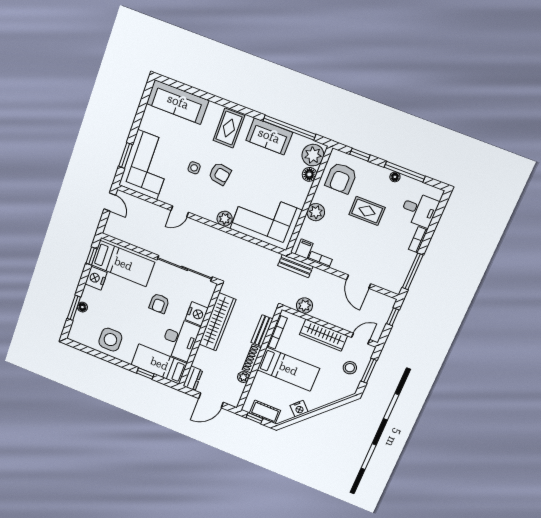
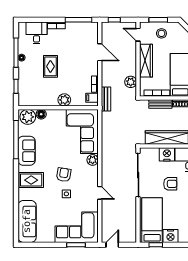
armchair: (341, 178) -> (36, 92), removed
door: (359, 282) -> (100, 52), hinge flipped

